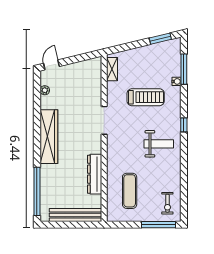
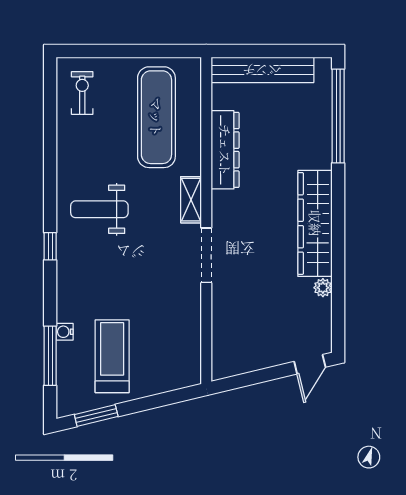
shelving: (112, 69) -> (191, 200), moved
plant: (45, 90) -> (323, 288), moved
treadmill: (146, 97) -> (112, 356), moved, turned 90
exercise mat: (130, 191) -> (156, 117), width x1.36, depth x1.45
window: (158, 225) -> (100, 51), removed

